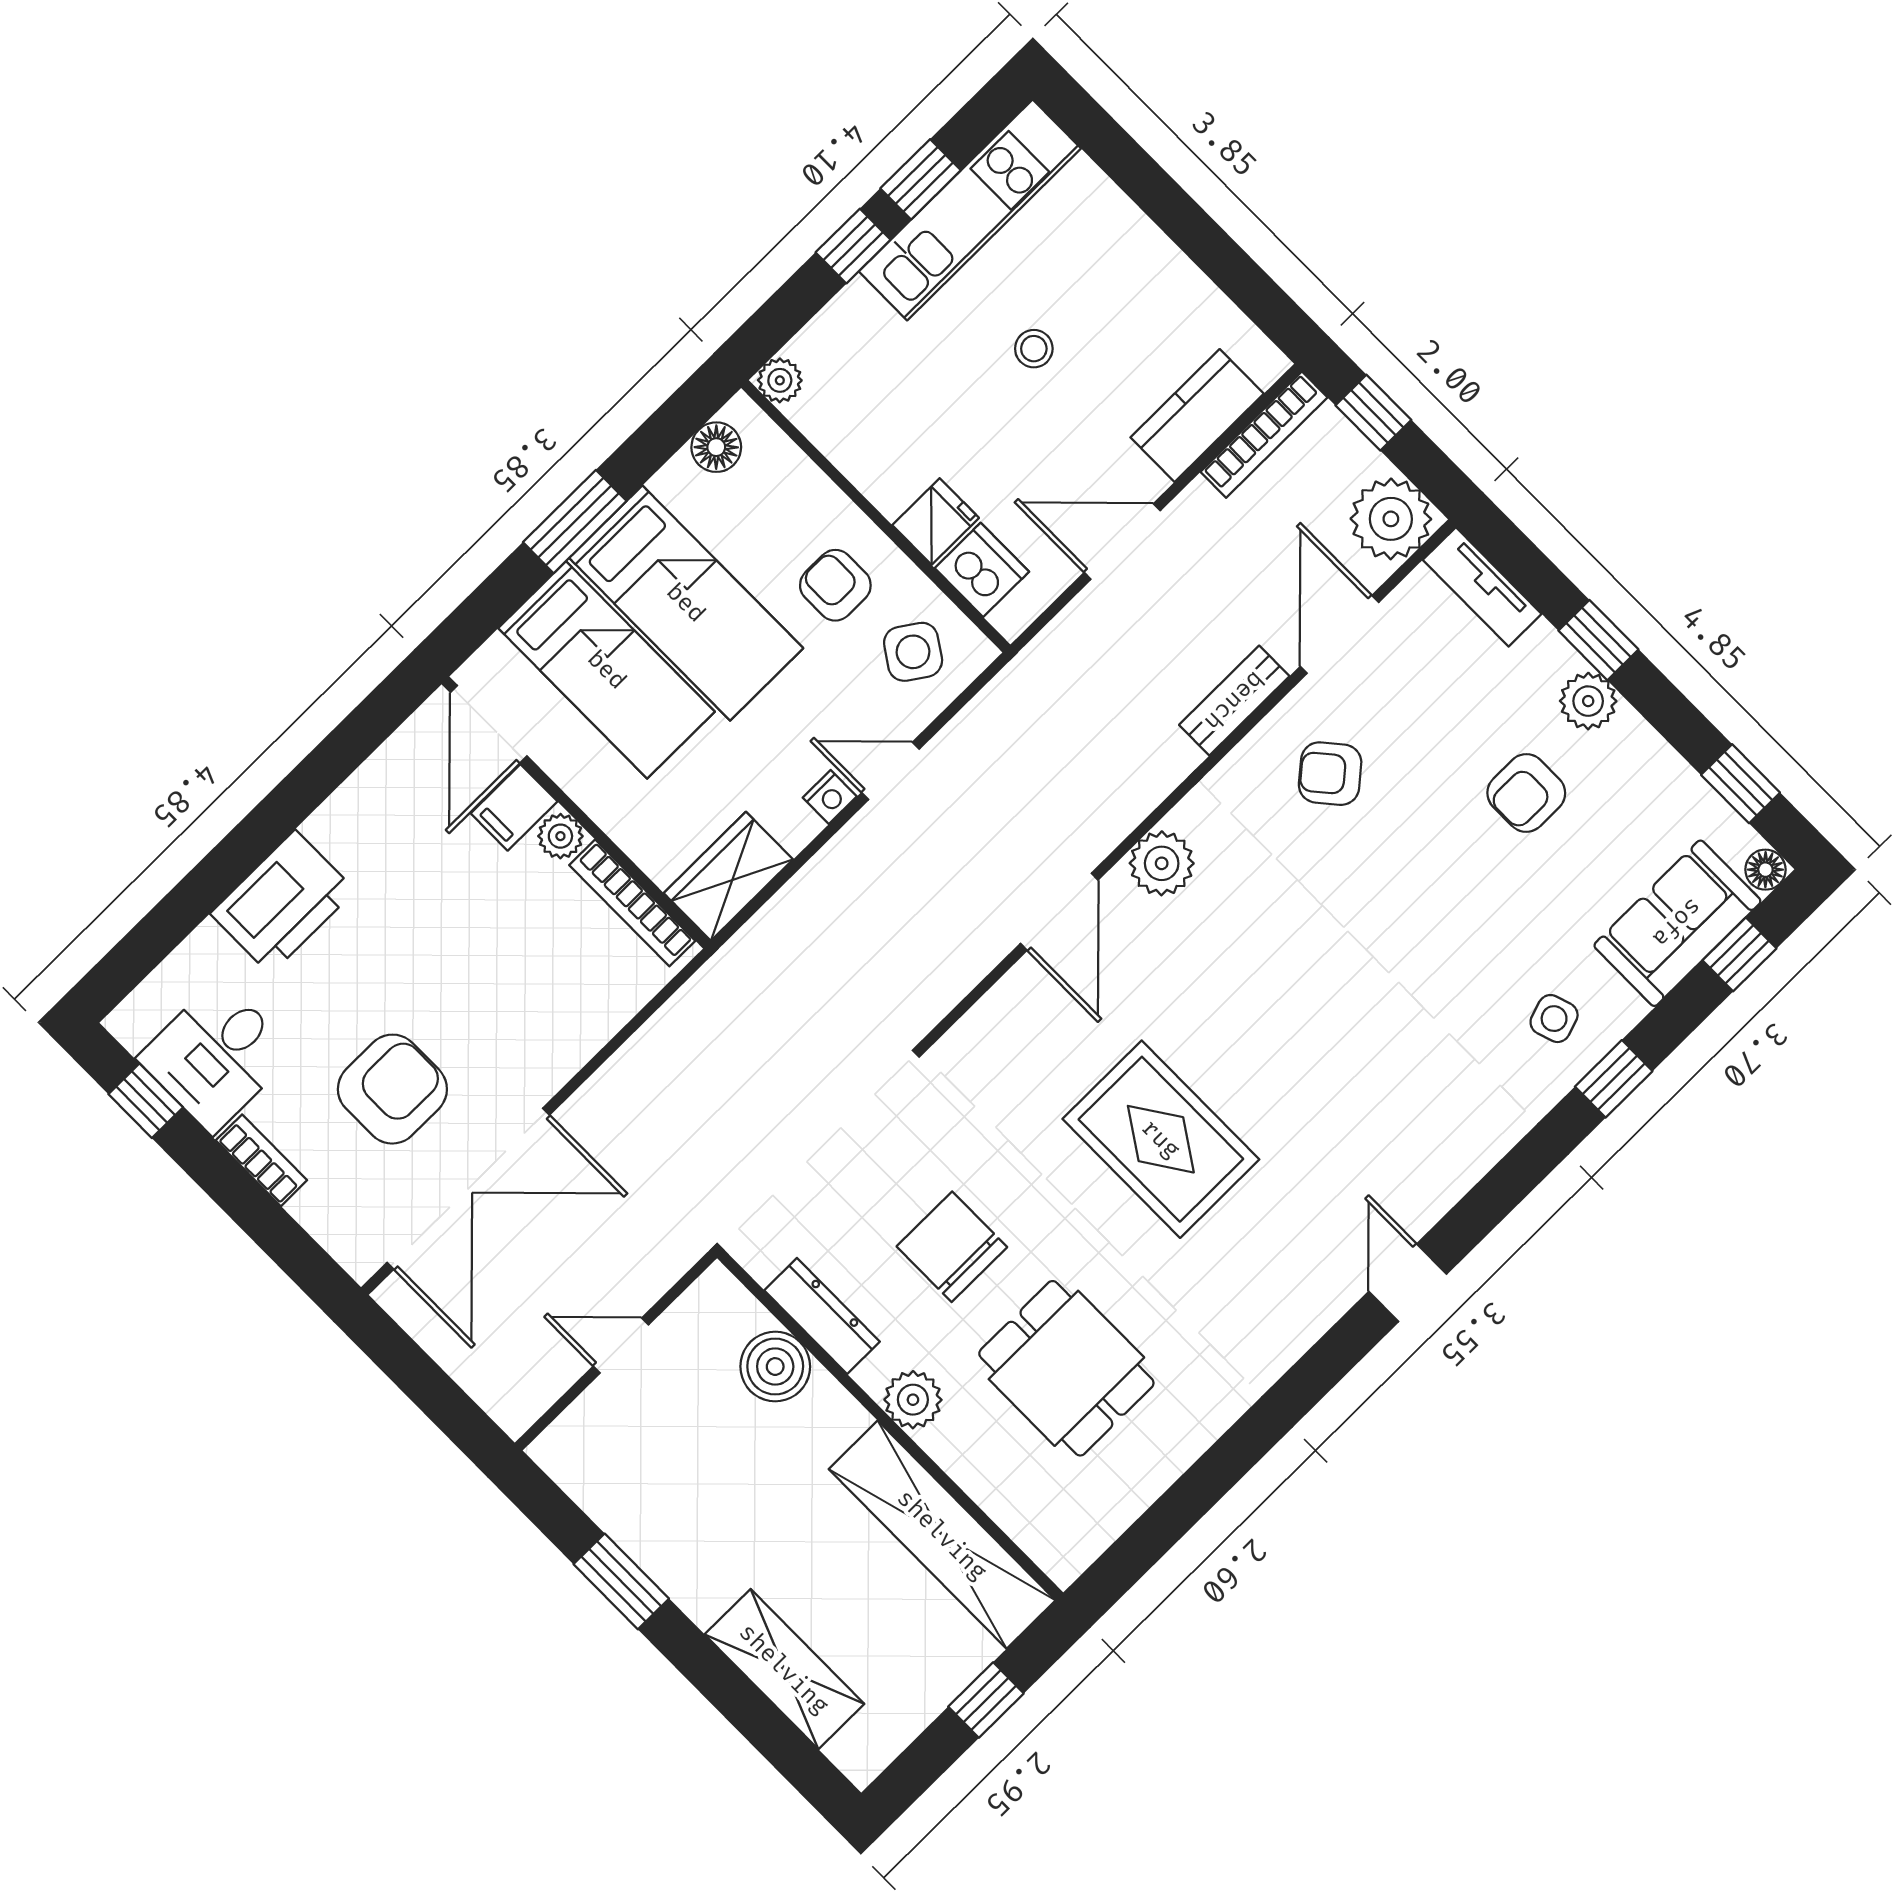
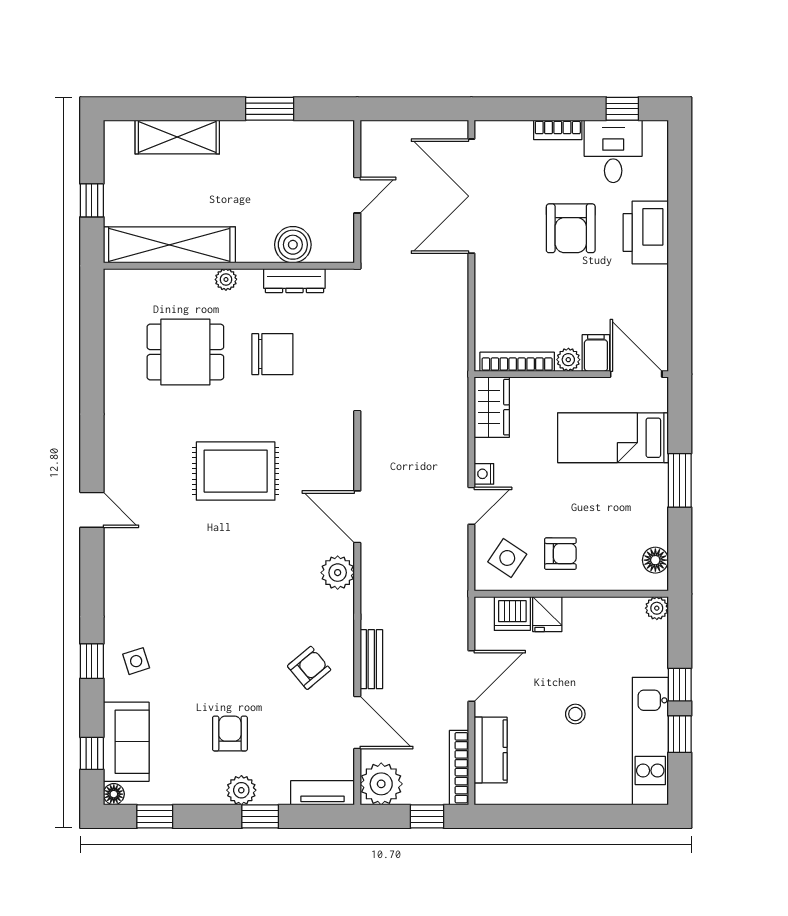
bed: (686, 603) -> (609, 492), removed
armchair: (392, 1089) -> (571, 228), moved
plant: (913, 1400) -> (226, 279), width x0.73, depth x0.73

